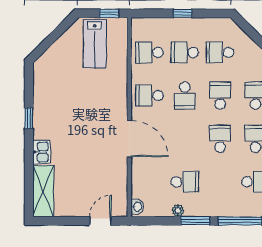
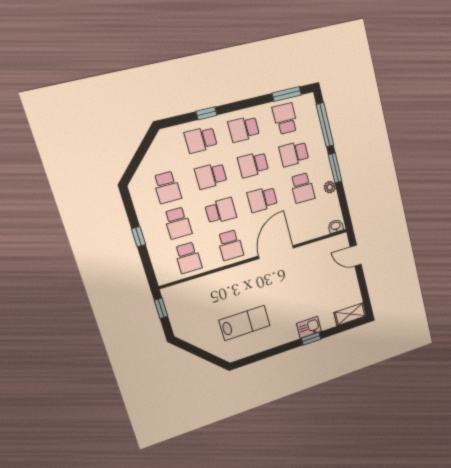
lab bench: (95, 44) -> (245, 323), moved
window: (29, 118) -> (311, 339), moved
school desk: (185, 139) -> (262, 199), added
school desk: (185, 182) -> (302, 188), turned 180
school desk: (220, 182) -> (294, 154), added
shelving: (43, 191) -> (350, 314), width x0.67, depth x0.75

